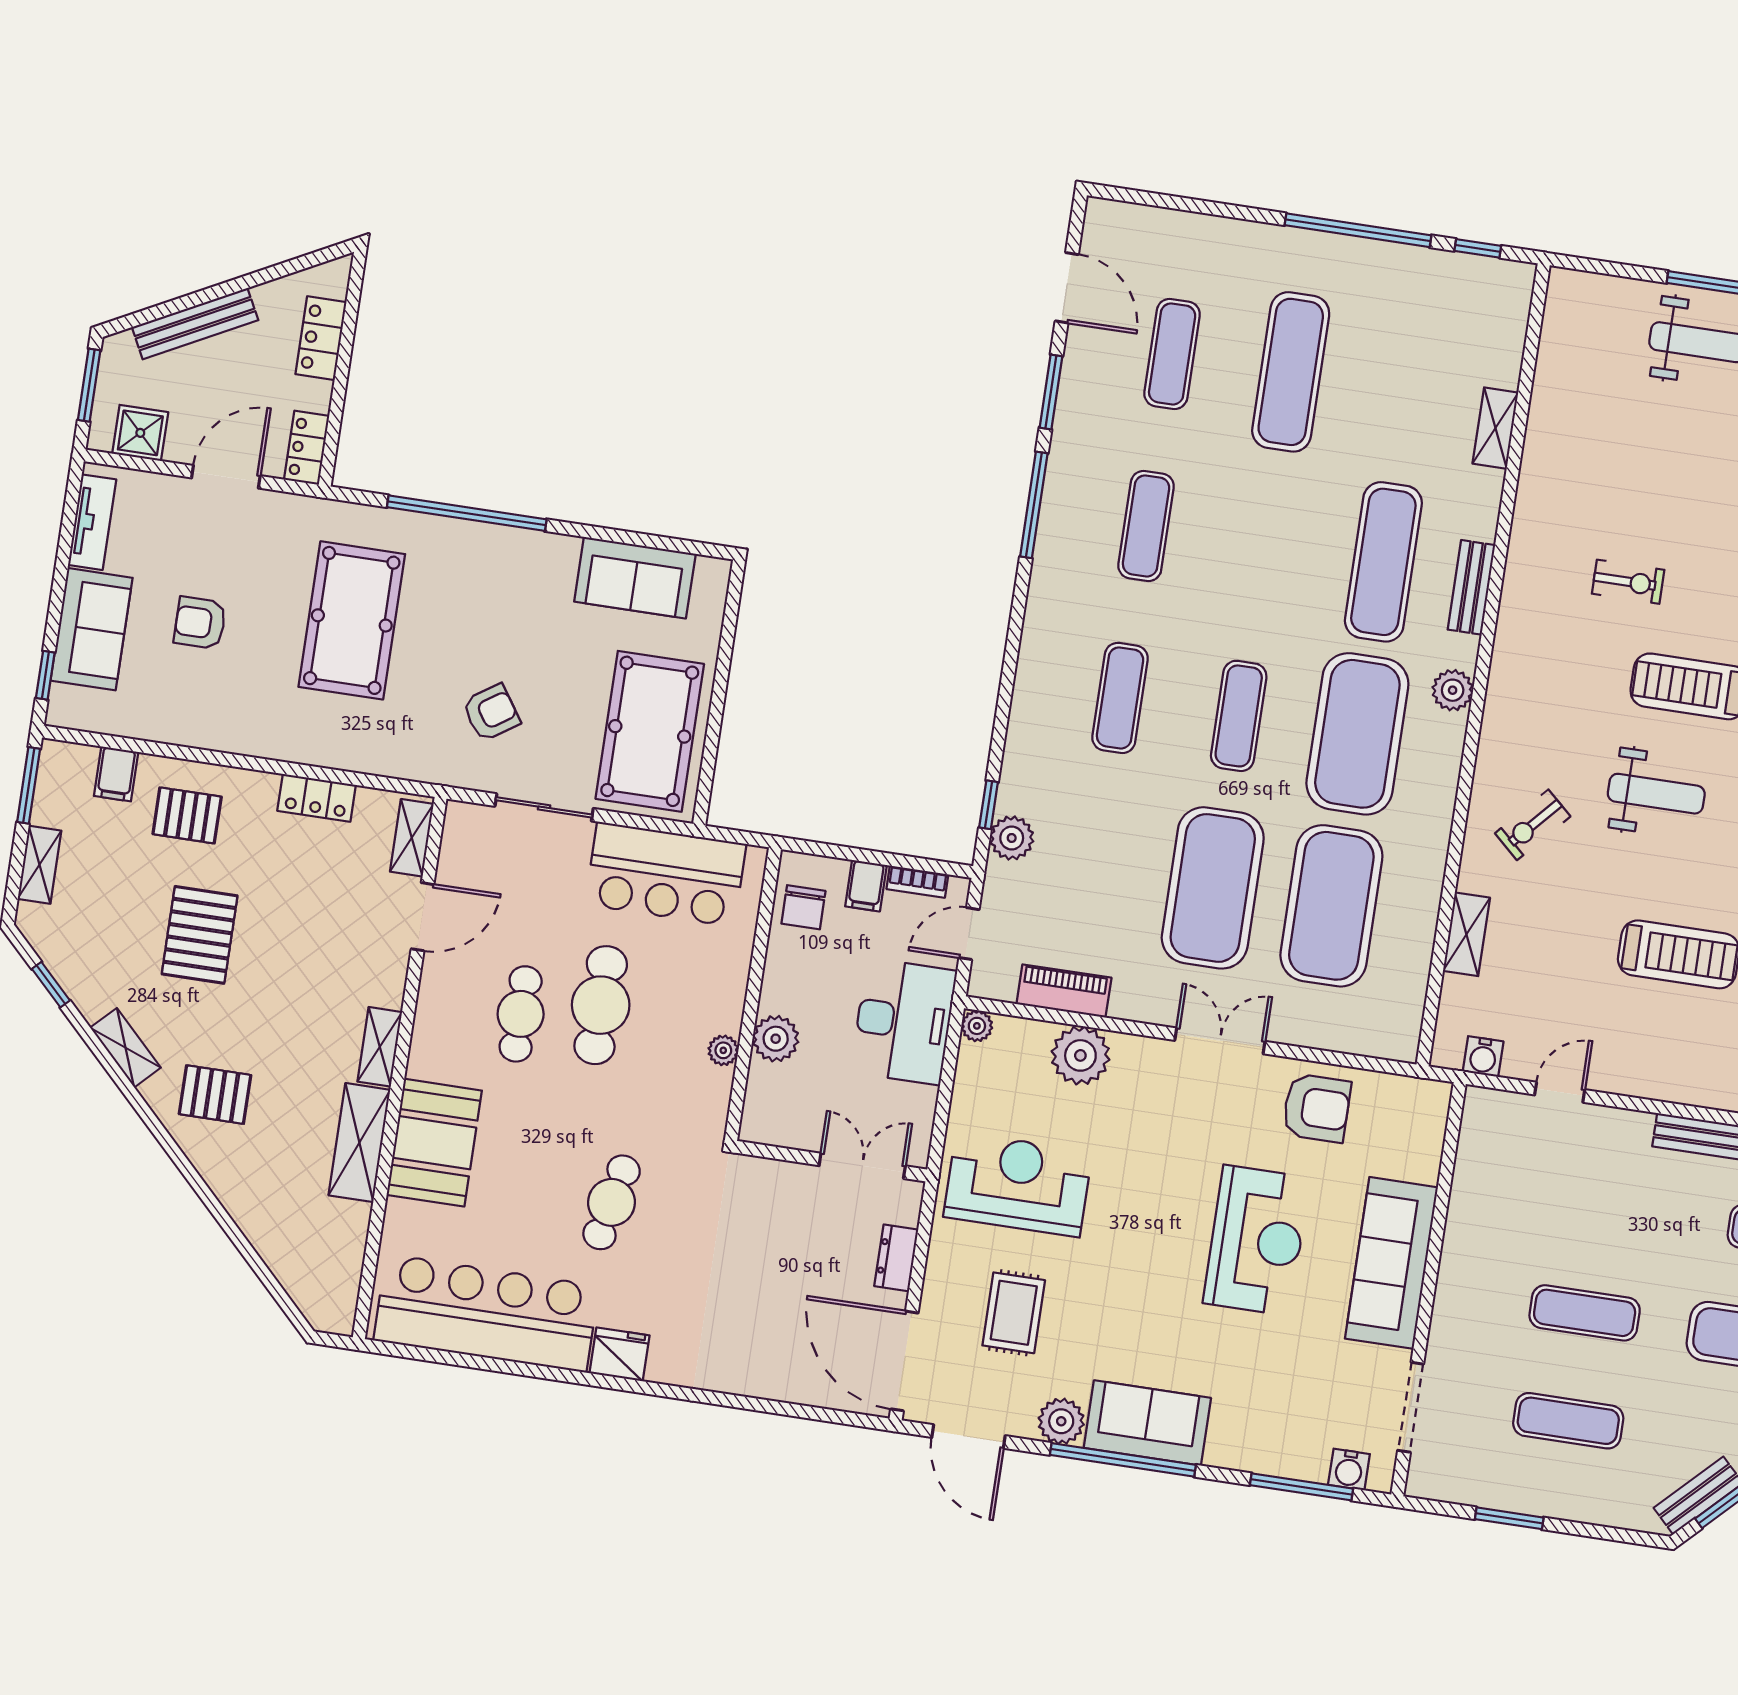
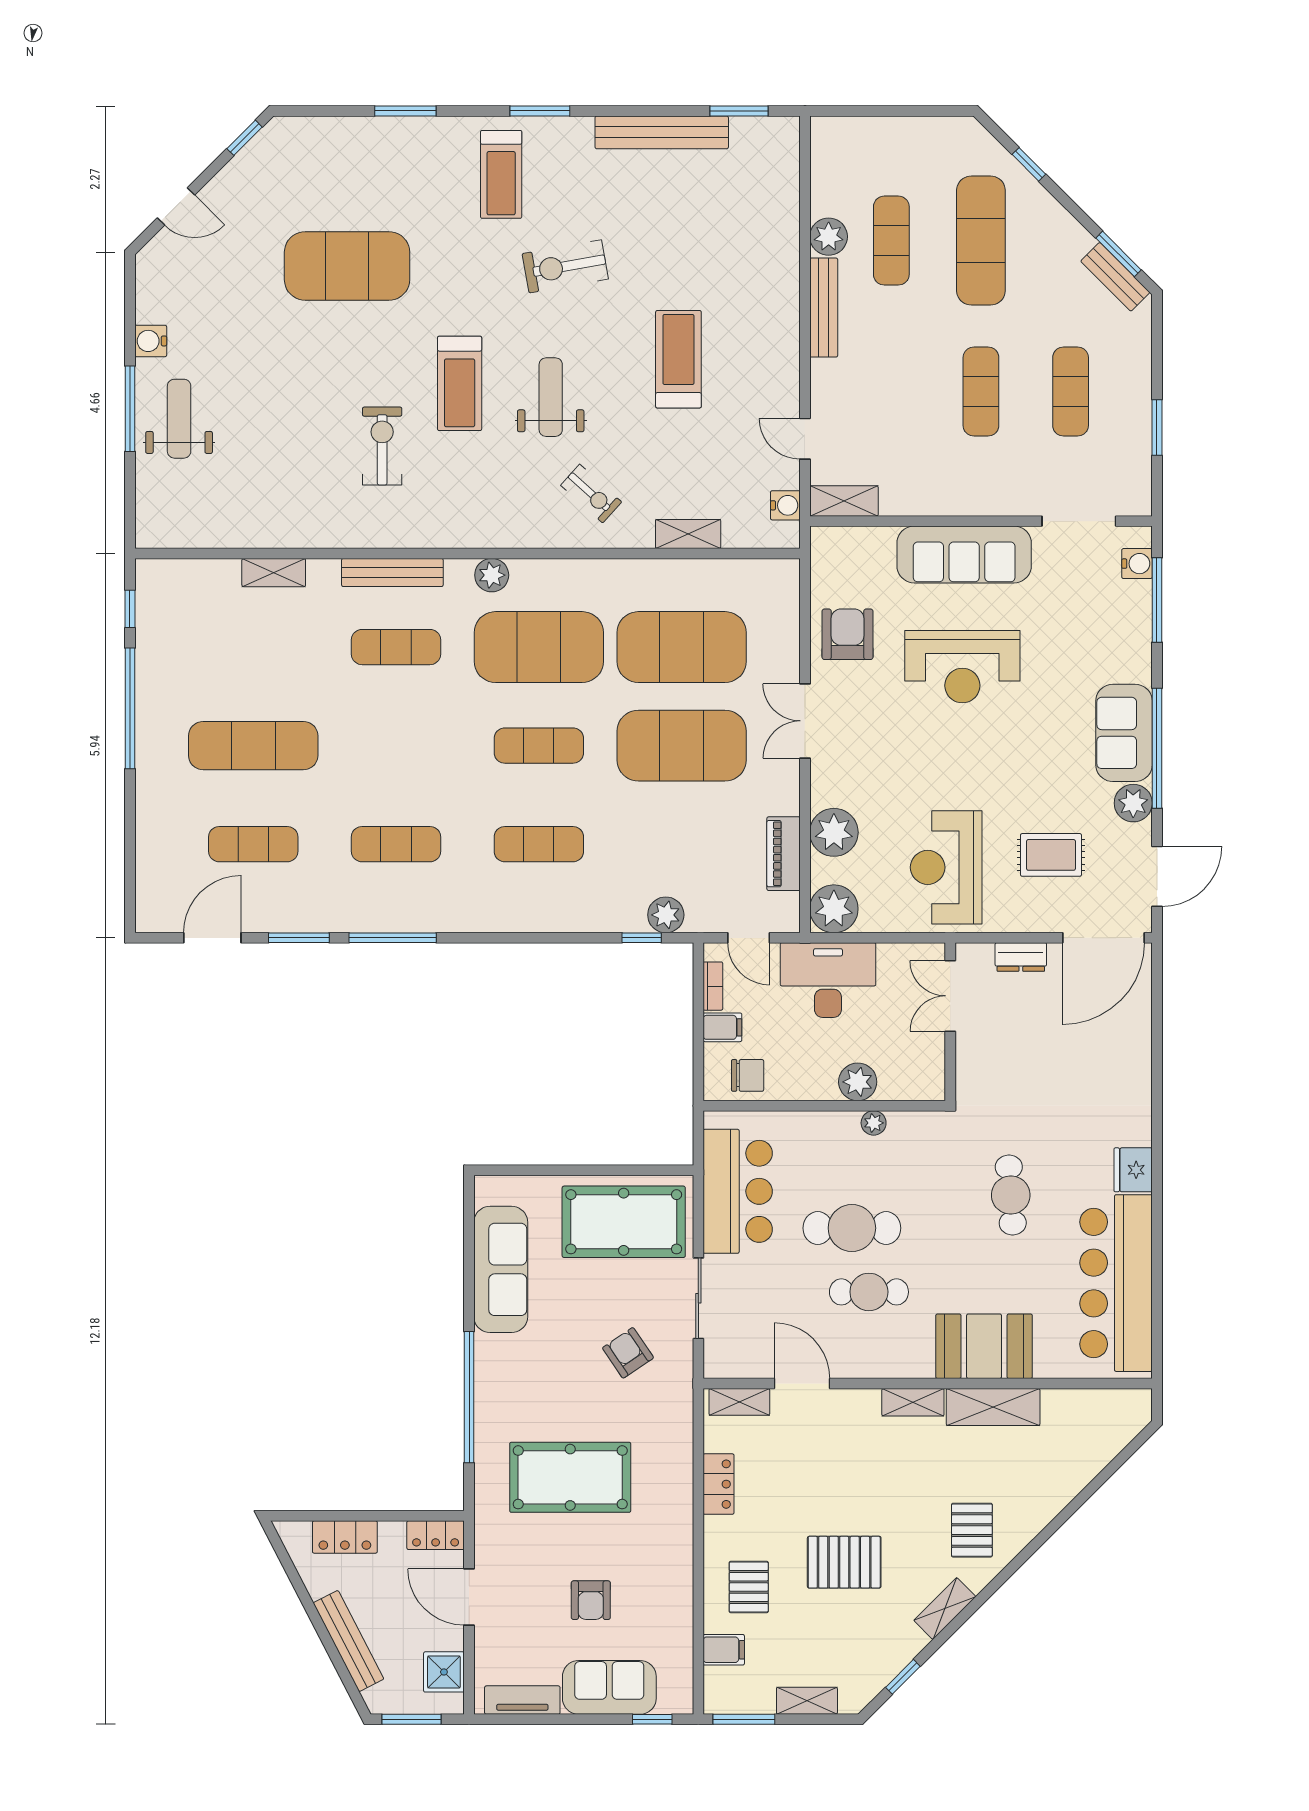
exercise mat: (1383, 562) -> (396, 647), width x0.73, depth x0.69
sofa: (635, 578) -> (501, 1269), width x1.36
exercise bike: (1628, 582) -> (382, 446), width x1.38, depth x1.39
bench: (1471, 587) -> (392, 572), width x1.36
plant: (977, 1026) -> (834, 909), width x1.88, depth x1.88
shelving: (1478, 1128) -> (844, 501), added
cafe table: (612, 1202) -> (1011, 1195), turned 74
reception desk: (1257, 1240) -> (962, 667), turned 180

